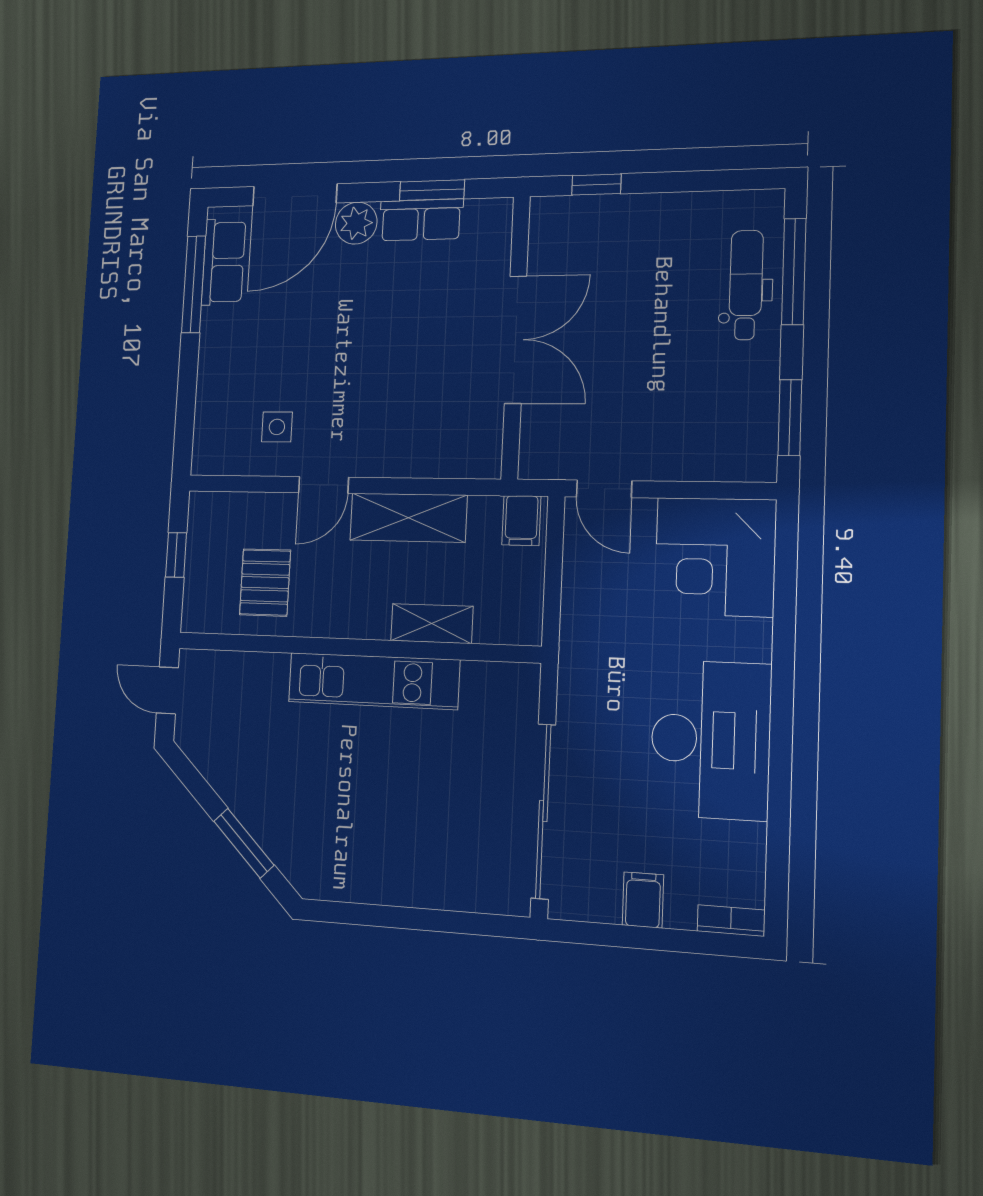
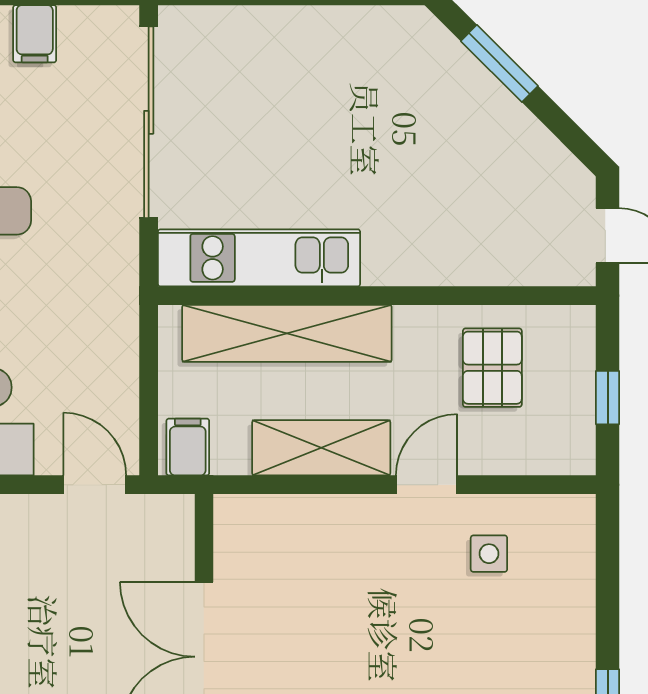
shelving: (432, 624) -> (287, 333), width x2.20, depth x1.33
kitchen unit: (373, 681) -> (259, 258), moved

